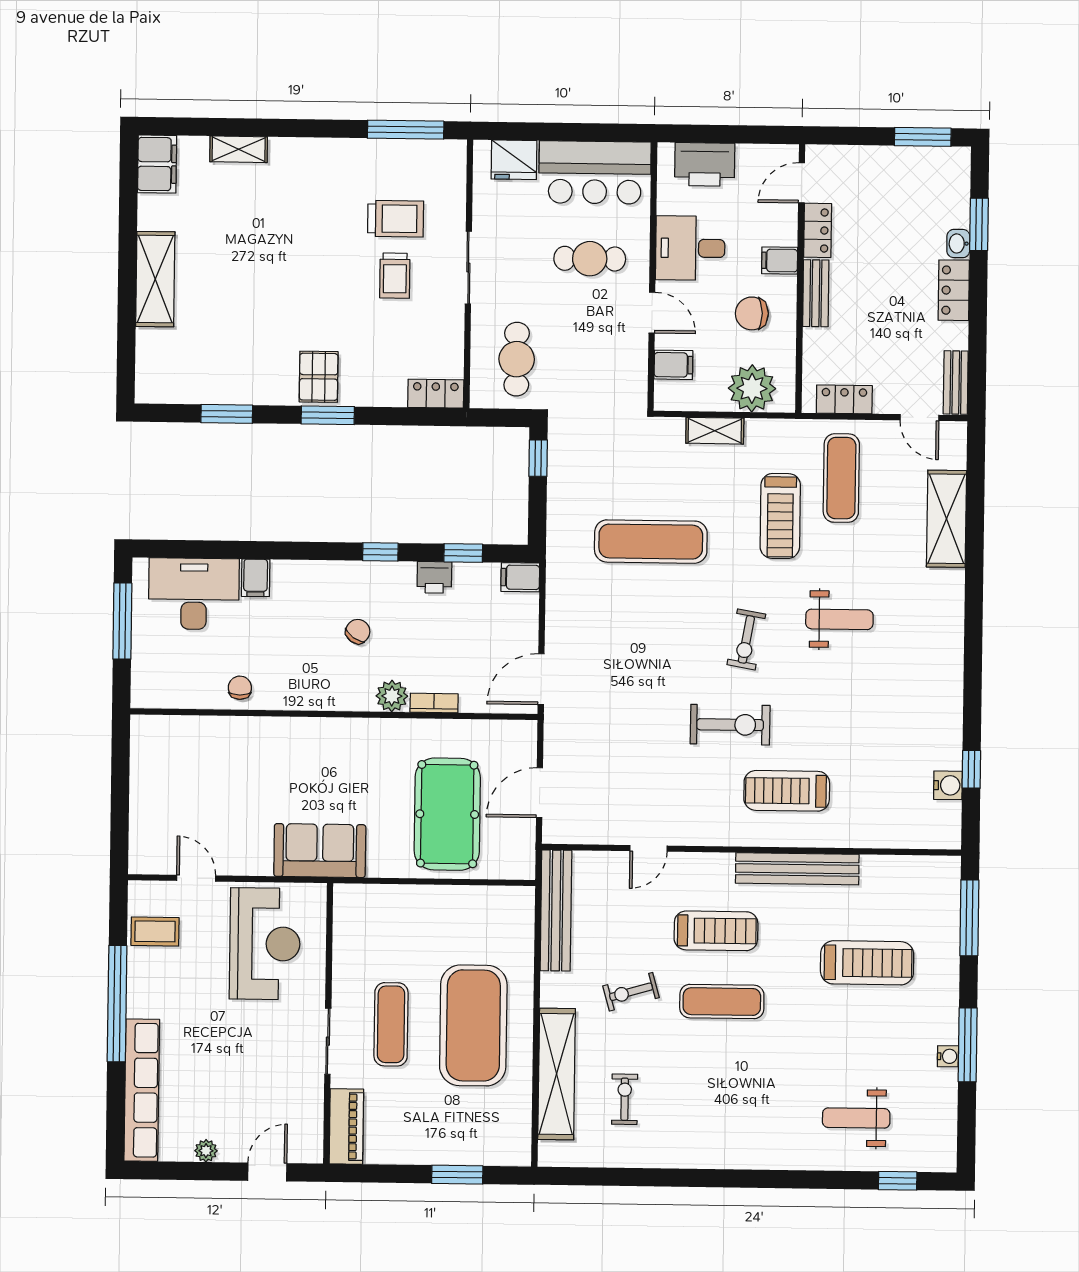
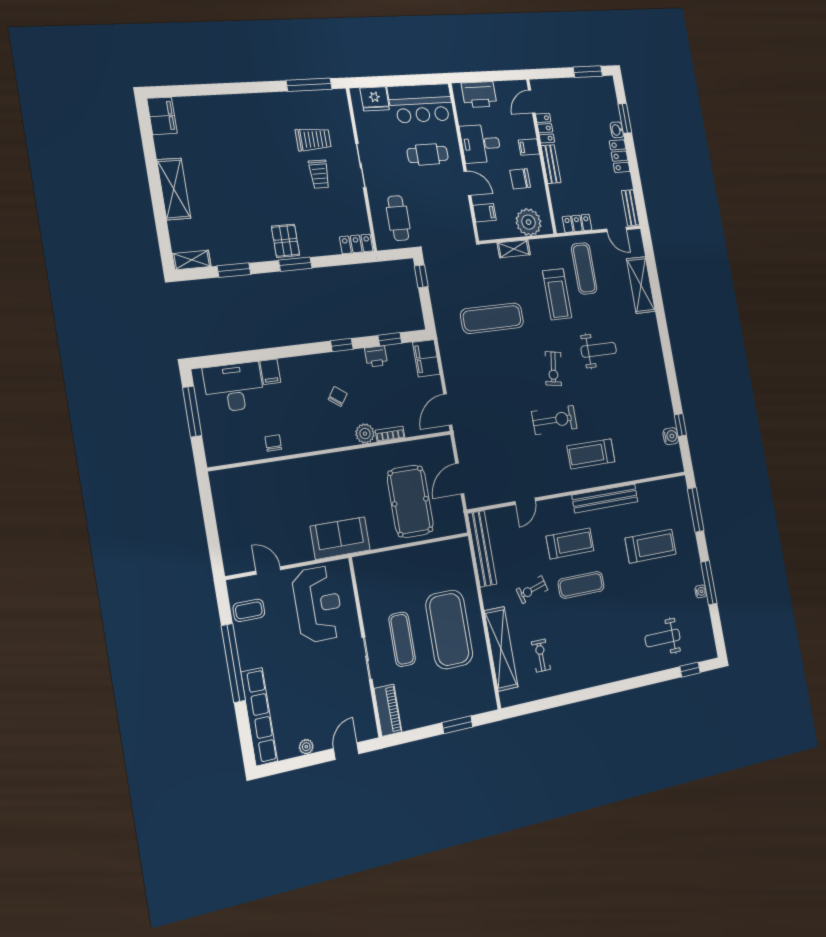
shelving: (239, 149) -> (192, 260), moved
filing cabinet: (520, 577) -> (426, 358), width x2.00

